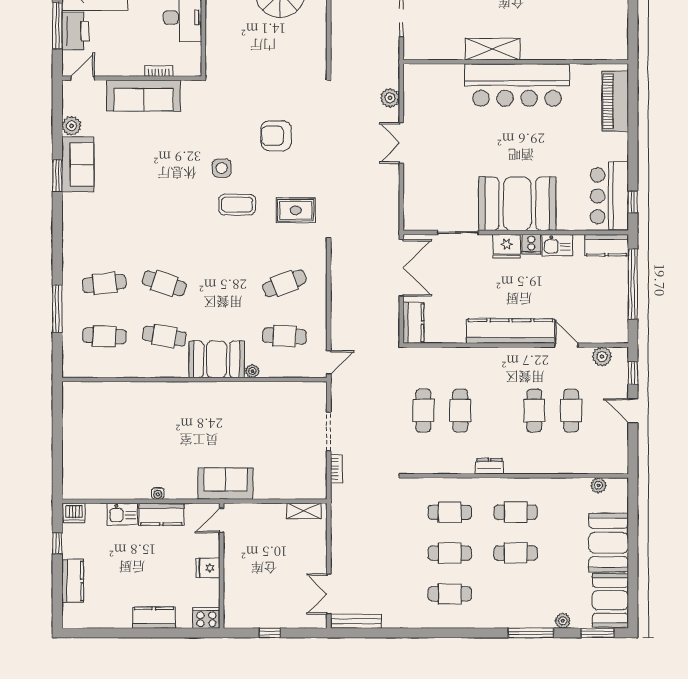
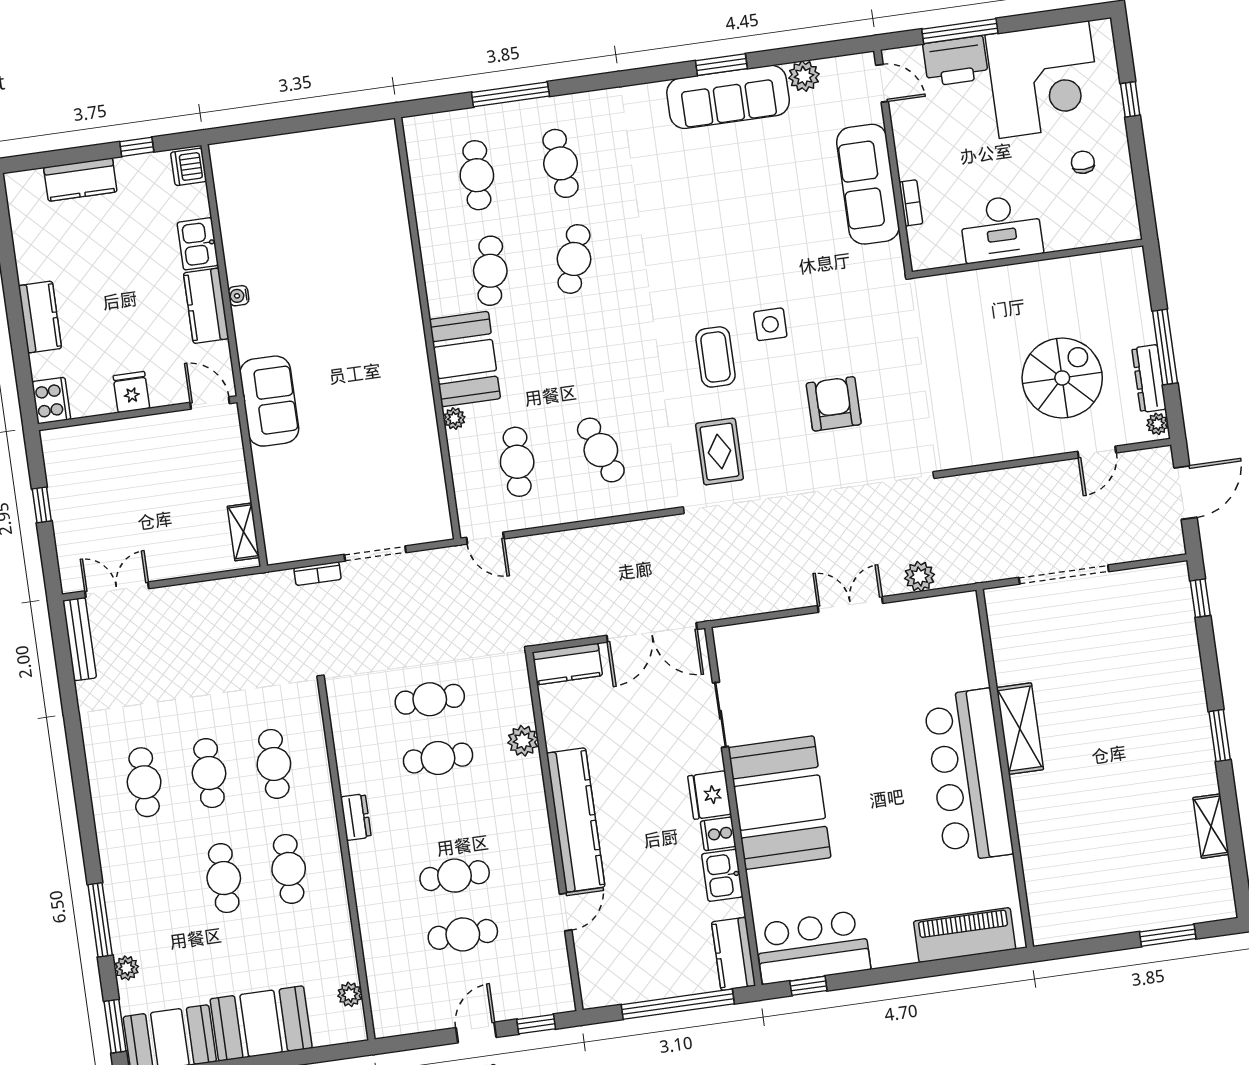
sofa: (78, 164) -> (728, 97), width x1.36
plant: (602, 357) -> (523, 741), moved

